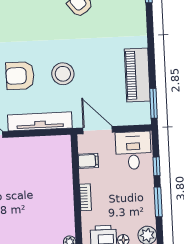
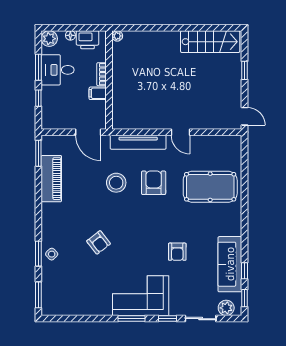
armchair: (20, 76) -> (154, 183), turned -90
desk: (133, 150) -> (58, 70), moved, turned 90
filing cabinet: (88, 161) -> (98, 93), moved

